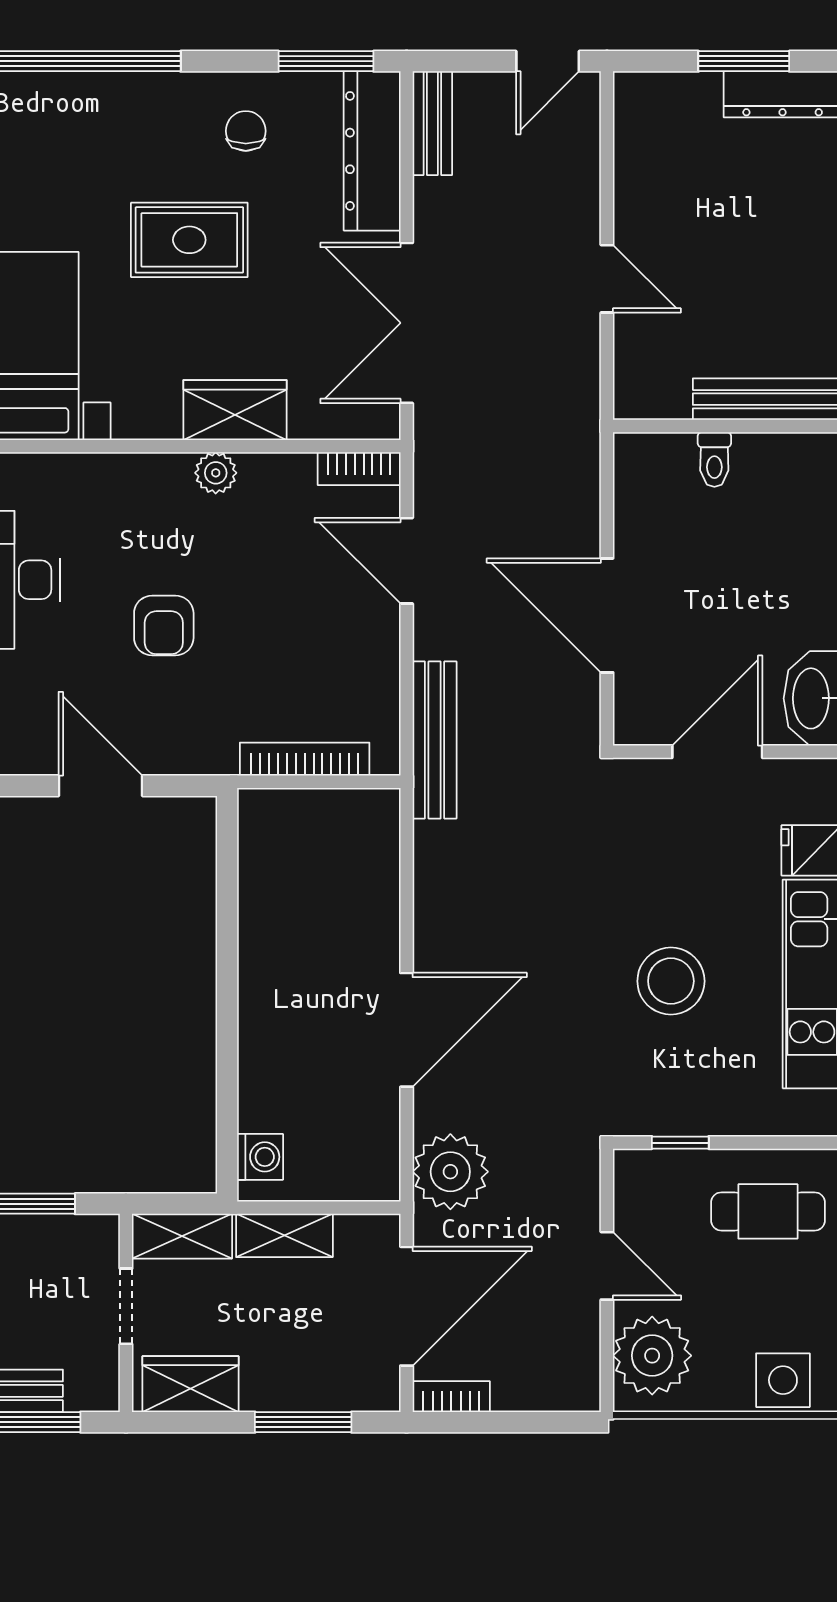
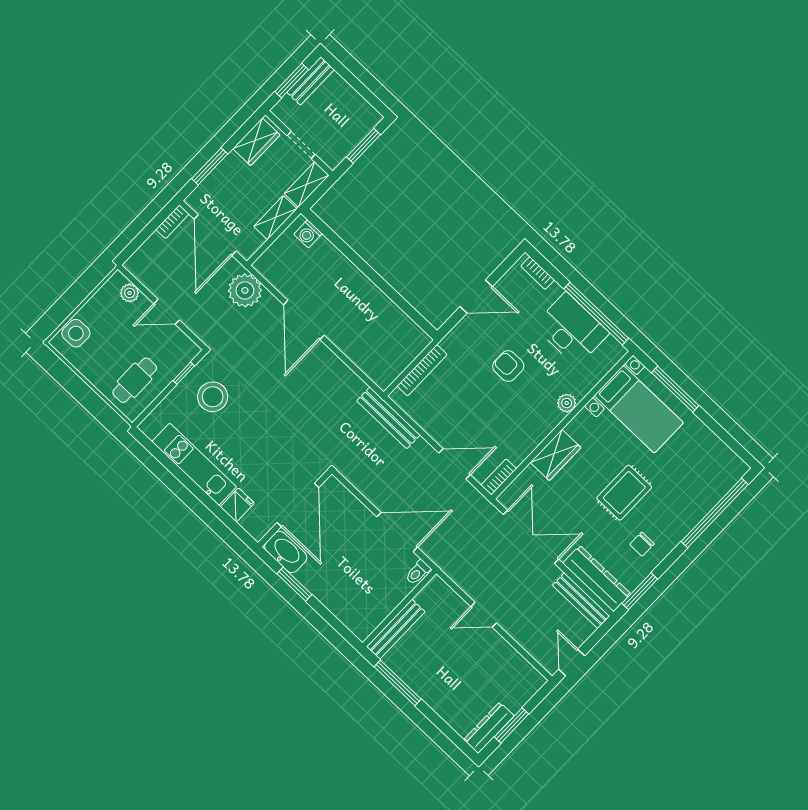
bench: (432, 123) -> (581, 601), width x1.36
chair: (246, 131) -> (642, 544), turned 90
toilet: (714, 459) -> (418, 572), moved, turned -90
plant: (216, 473) -> (567, 403), moved
door: (607, 615) -> (397, 532), moved
door: (717, 752) -> (298, 505), width x1.36
stool: (671, 981) -> (213, 397), moved
plant: (652, 1356) -> (130, 293), width x0.53, depth x0.53

